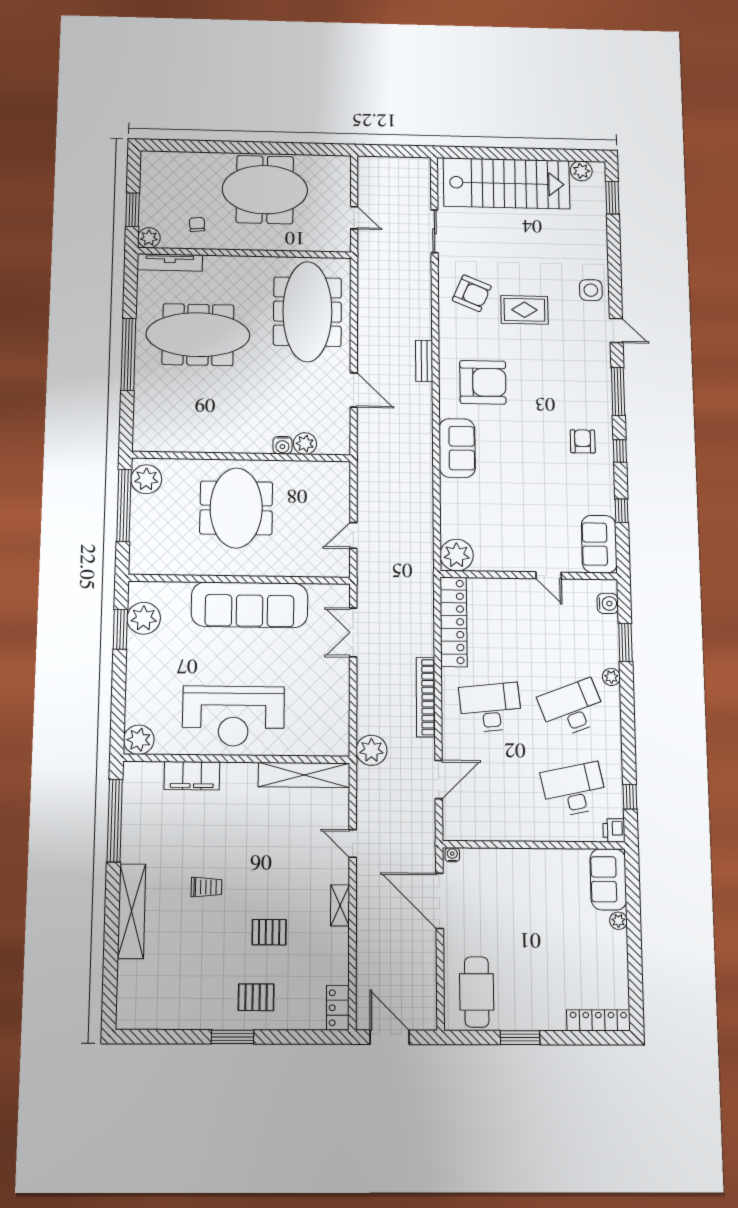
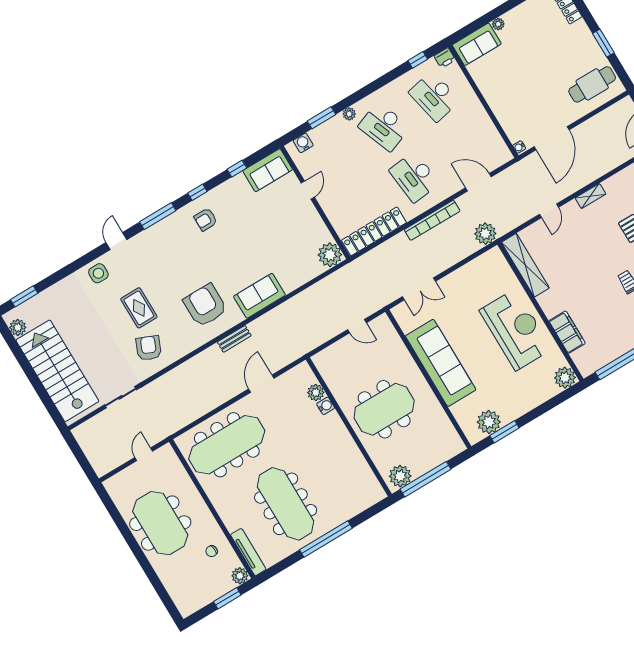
bench: (424, 361) -> (234, 339), moved

